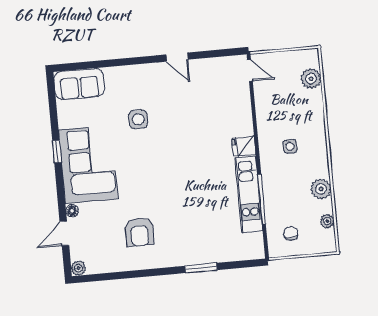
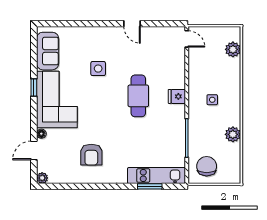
sofa: (79, 84) -> (48, 51), moved, turned -90
cafe table: (194, 150) -> (138, 96), added
kitchen unit: (249, 195) -> (157, 175), moved, turned 90
plant: (327, 221) -> (235, 159), removed
chair: (291, 233) -> (207, 166), width x1.87, depth x1.87
window: (201, 268) -> (150, 186), moved

